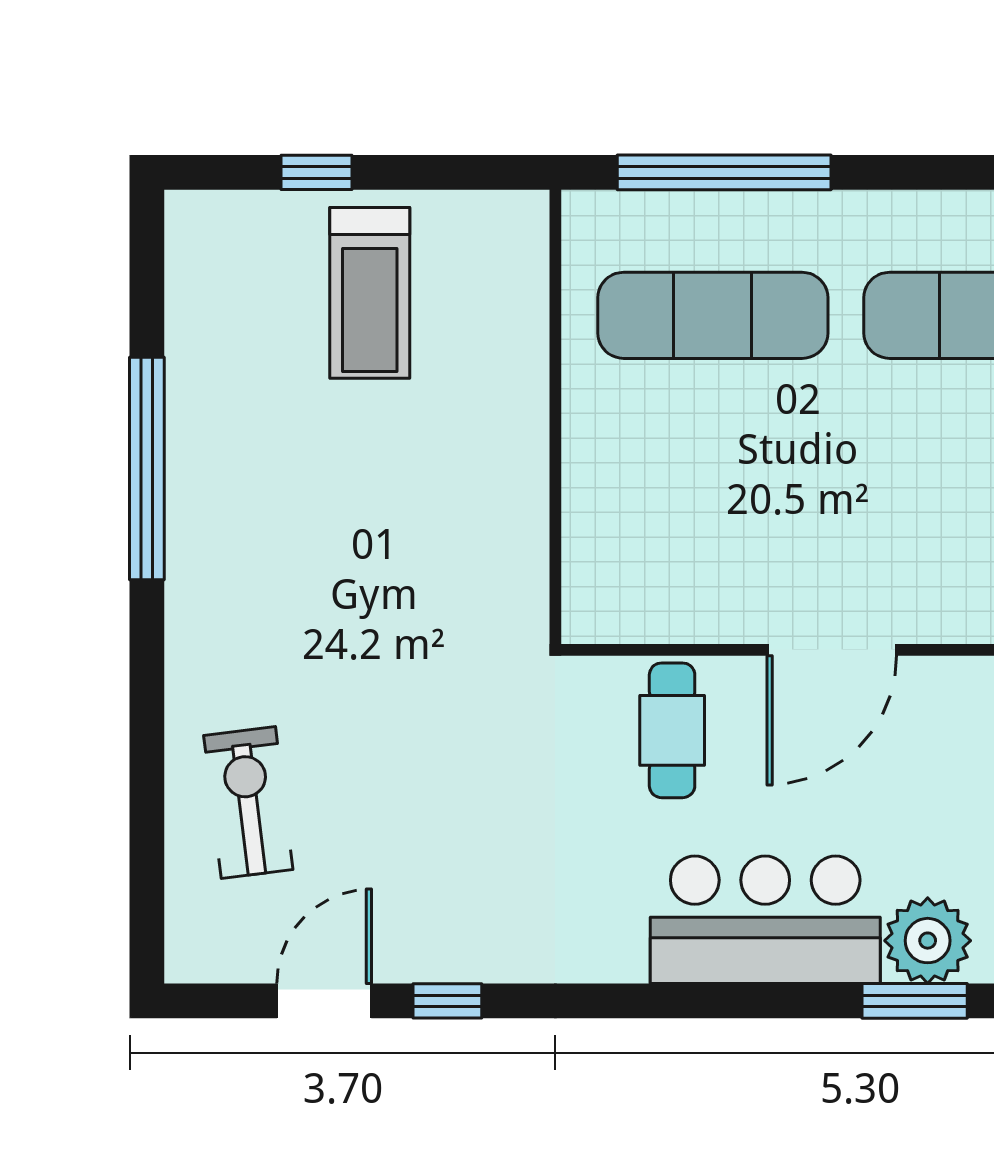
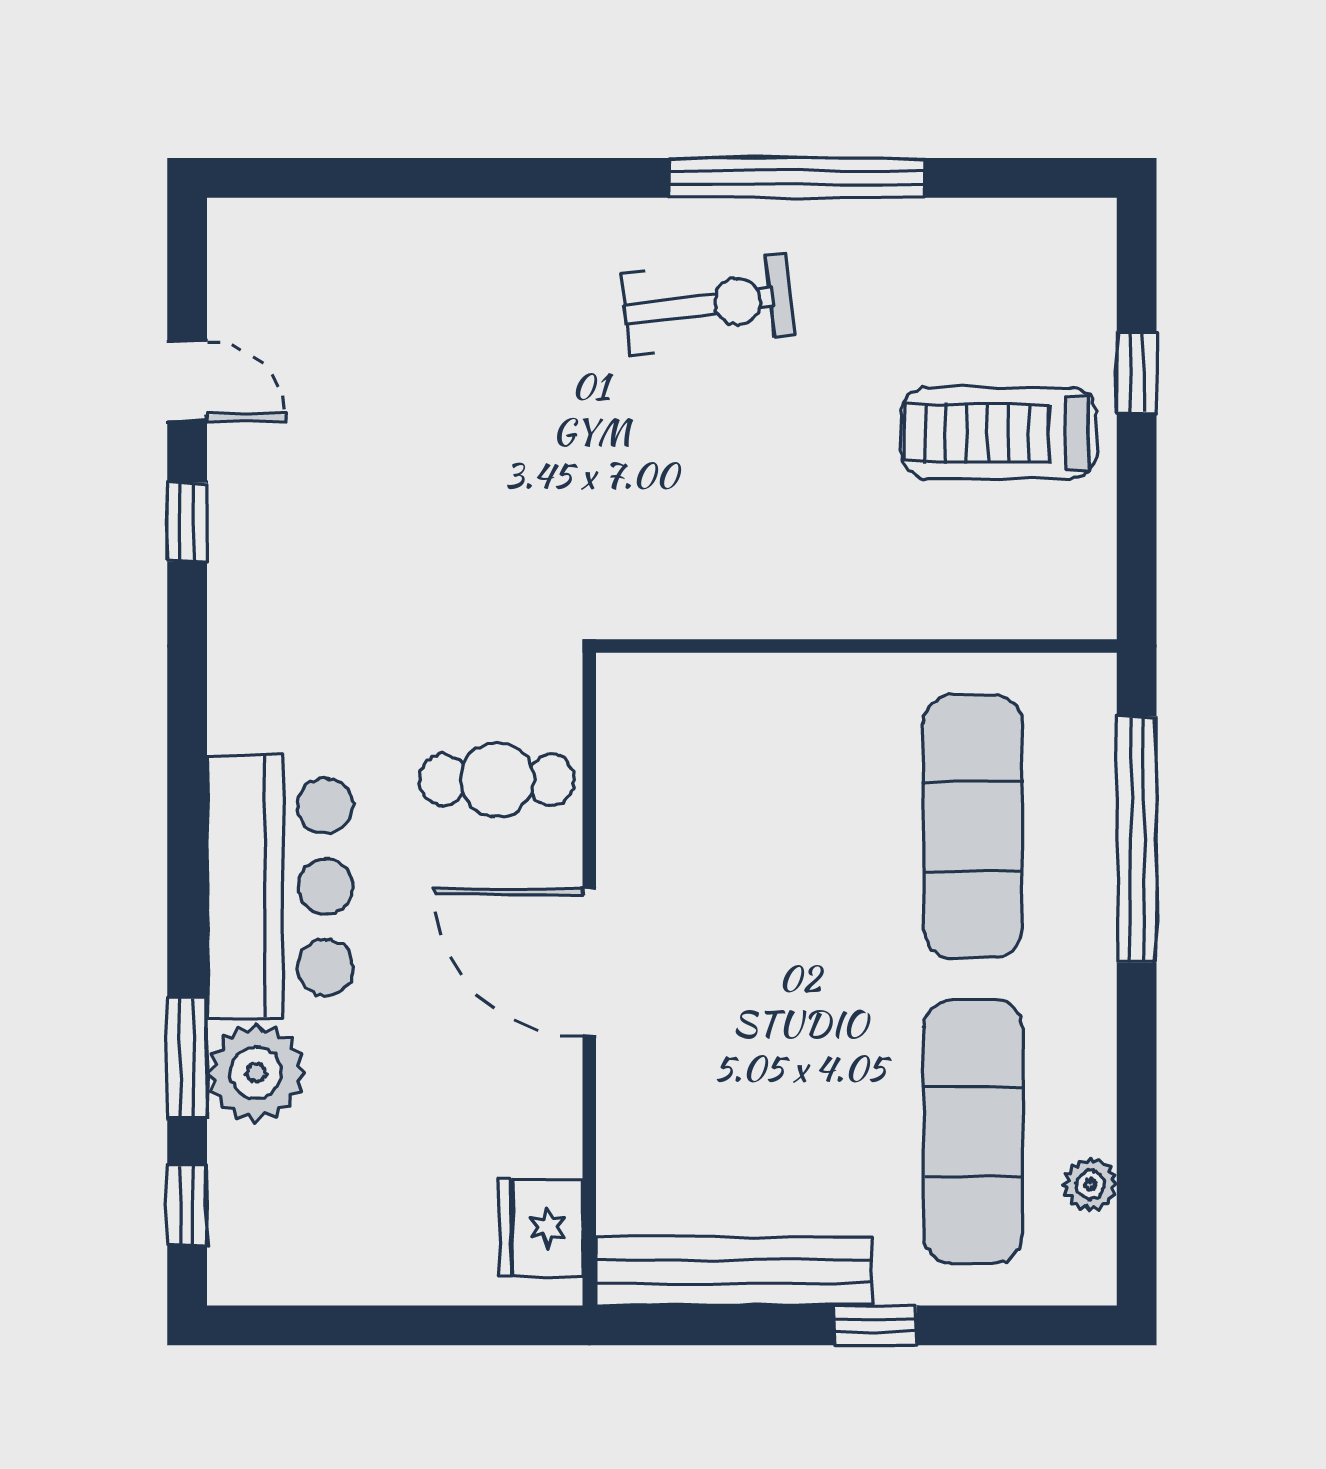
exercise bike: (248, 802) -> (708, 305), moved
door: (324, 1001) -> (187, 381), width x0.73

